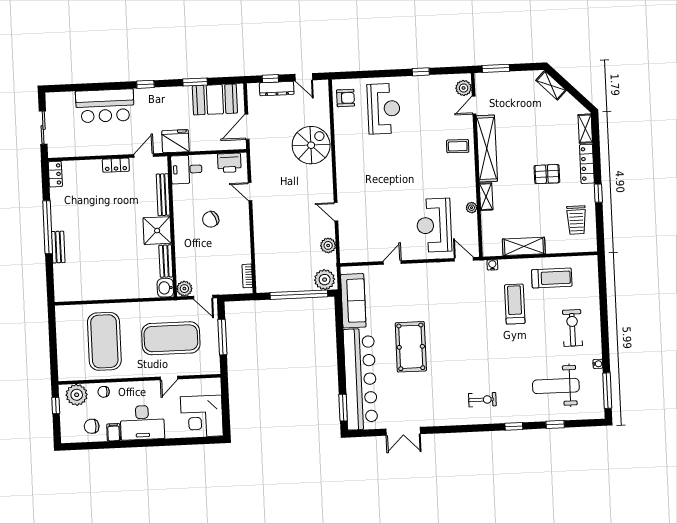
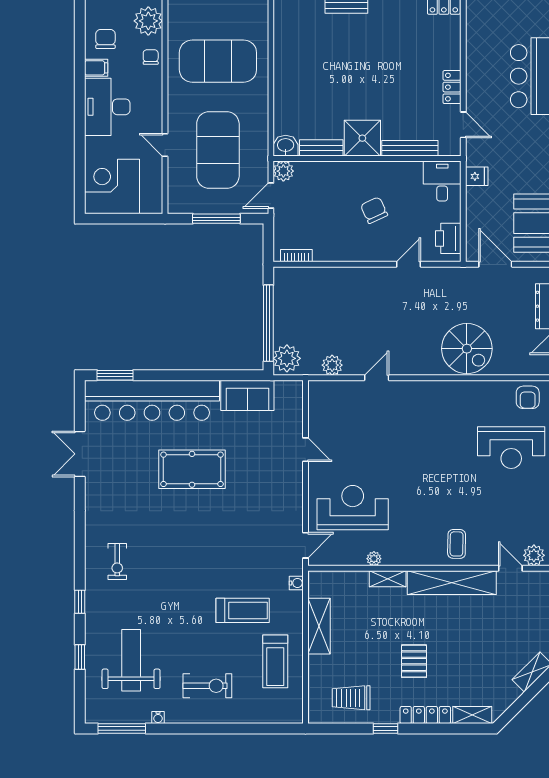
fridge: (175, 141) -> (477, 176), width x0.53, depth x0.75
sofa: (353, 301) -> (247, 395), width x0.73

